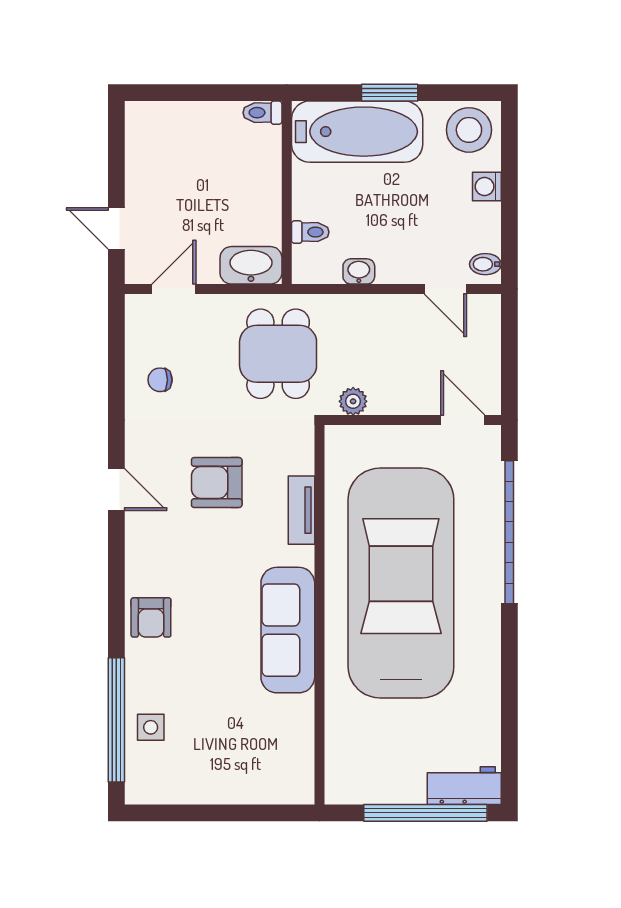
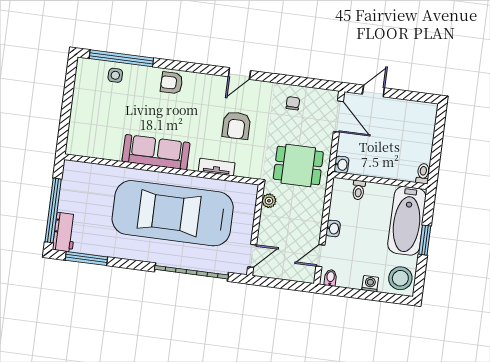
washbasin: (251, 265) -> (342, 165), width x0.52, depth x0.69
washbasin: (359, 271) -> (333, 228), moved
door: (174, 289) -> (338, 116), width x1.38
armchair: (217, 483) -> (236, 125), turned 180
car: (401, 583) -> (173, 213), turned 180
window: (509, 737) -> (86, 259), added

